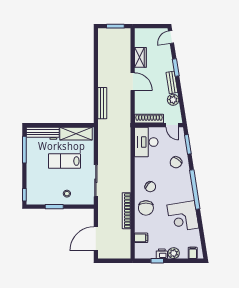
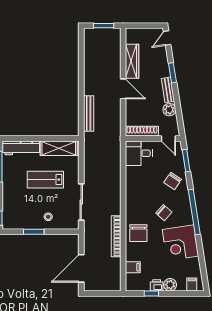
wardrobe: (140, 57) -> (132, 61), width x1.50
desk: (146, 142) -> (139, 153), width x0.73
chair: (150, 187) -> (164, 213), moved

